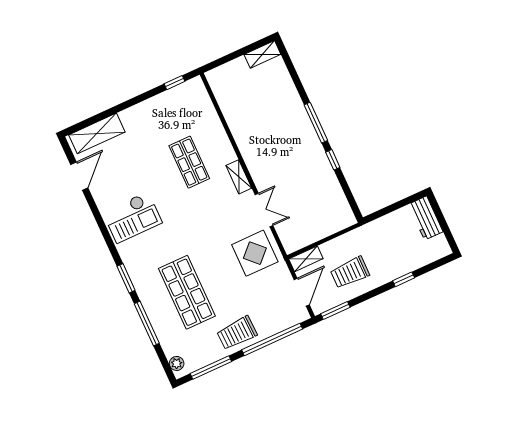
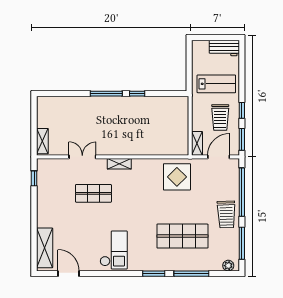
shelving: (262, 54) -> (42, 141), moved
double door: (264, 210) -> (82, 157), moved
workbench: (426, 218) -> (224, 48), moved
lab bench: (388, 249) -> (216, 84), added
window: (404, 279) -> (242, 110), moved
door: (302, 292) -> (219, 157), hinge flipped

